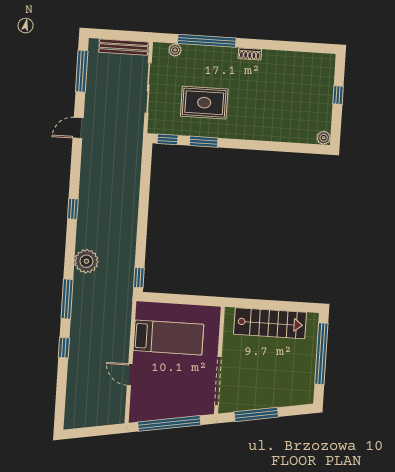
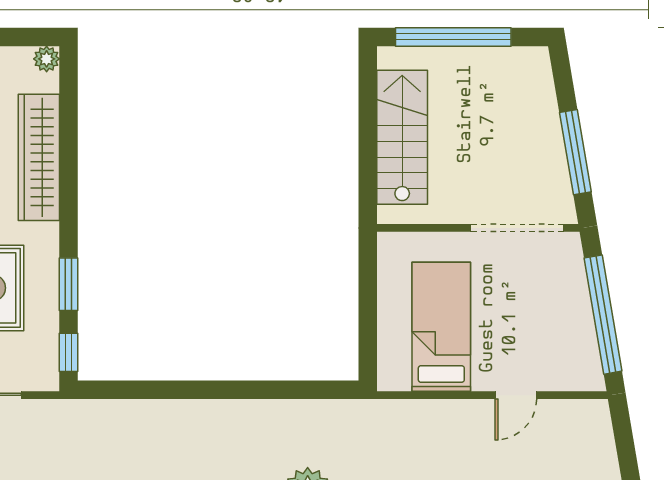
wardrobe: (272, 130) -> (39, 157), added
window: (139, 278) -> (332, 390), removed

